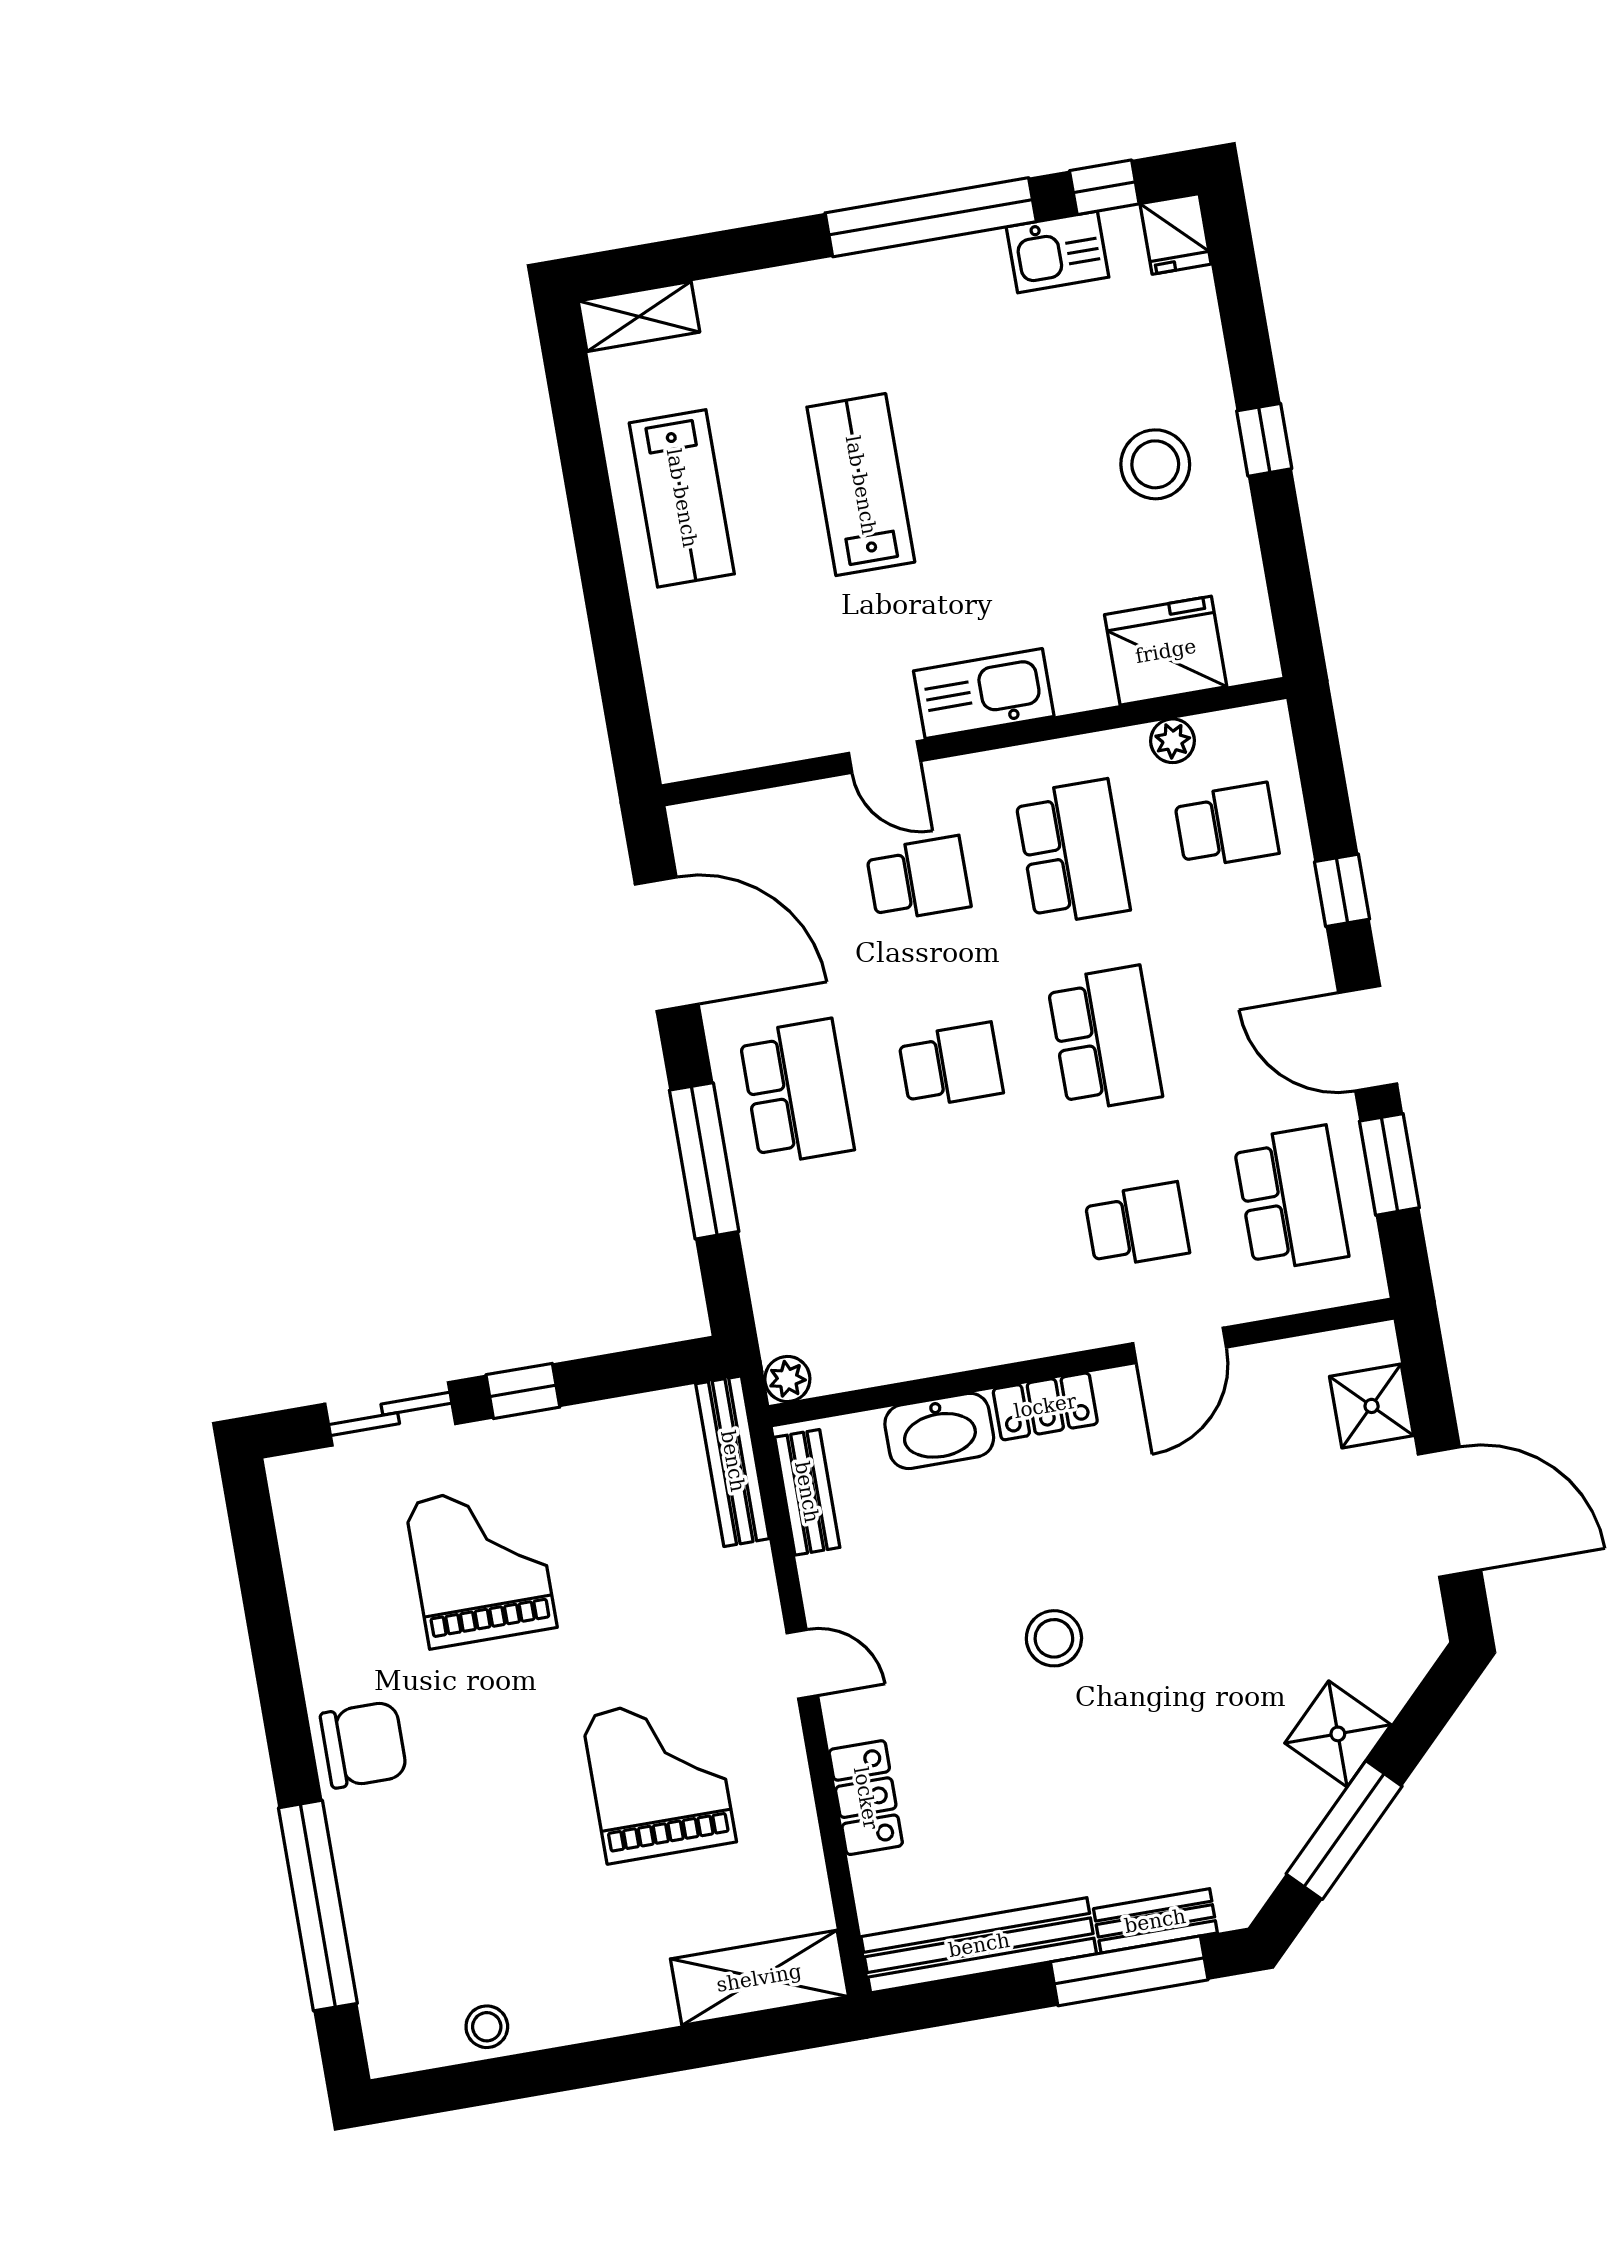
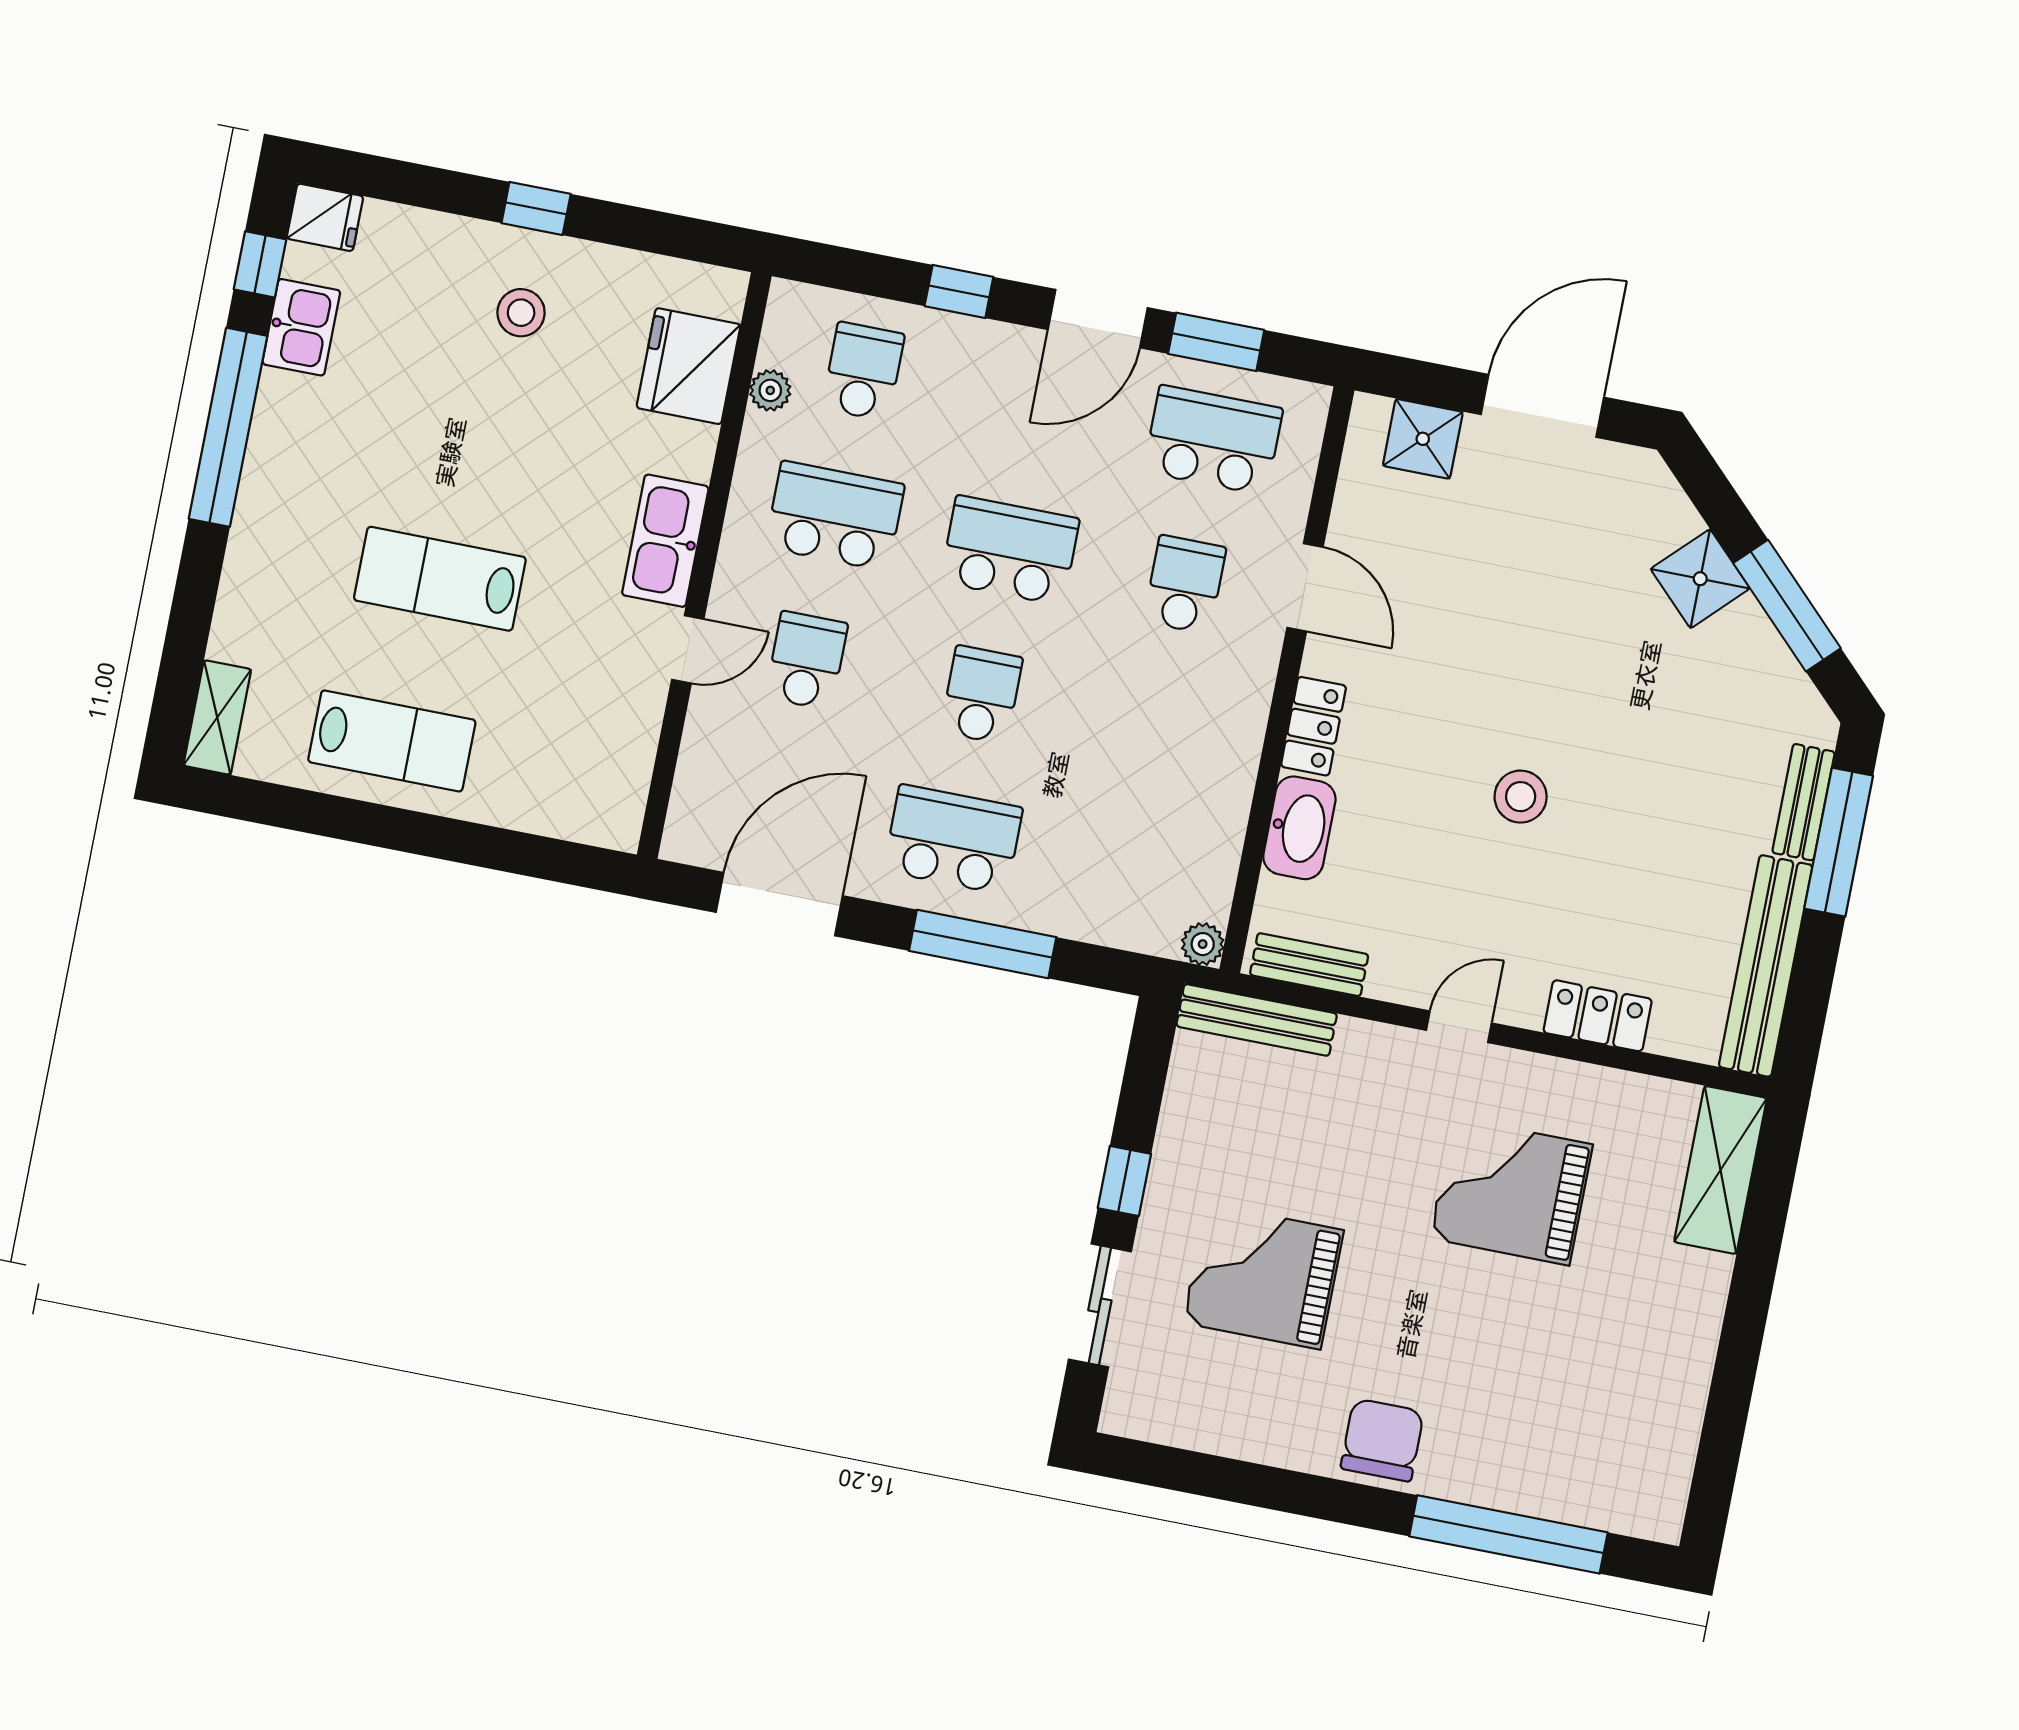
stool: (1155, 464) -> (521, 313), width x0.73, depth x0.73
stool: (487, 2027) -> (1672, 1426), removed

